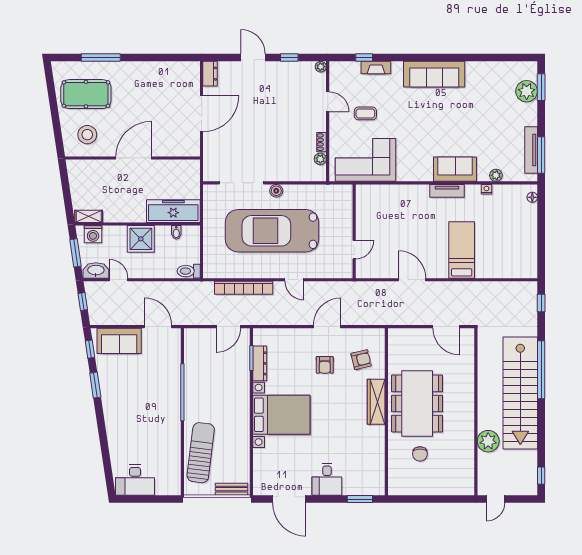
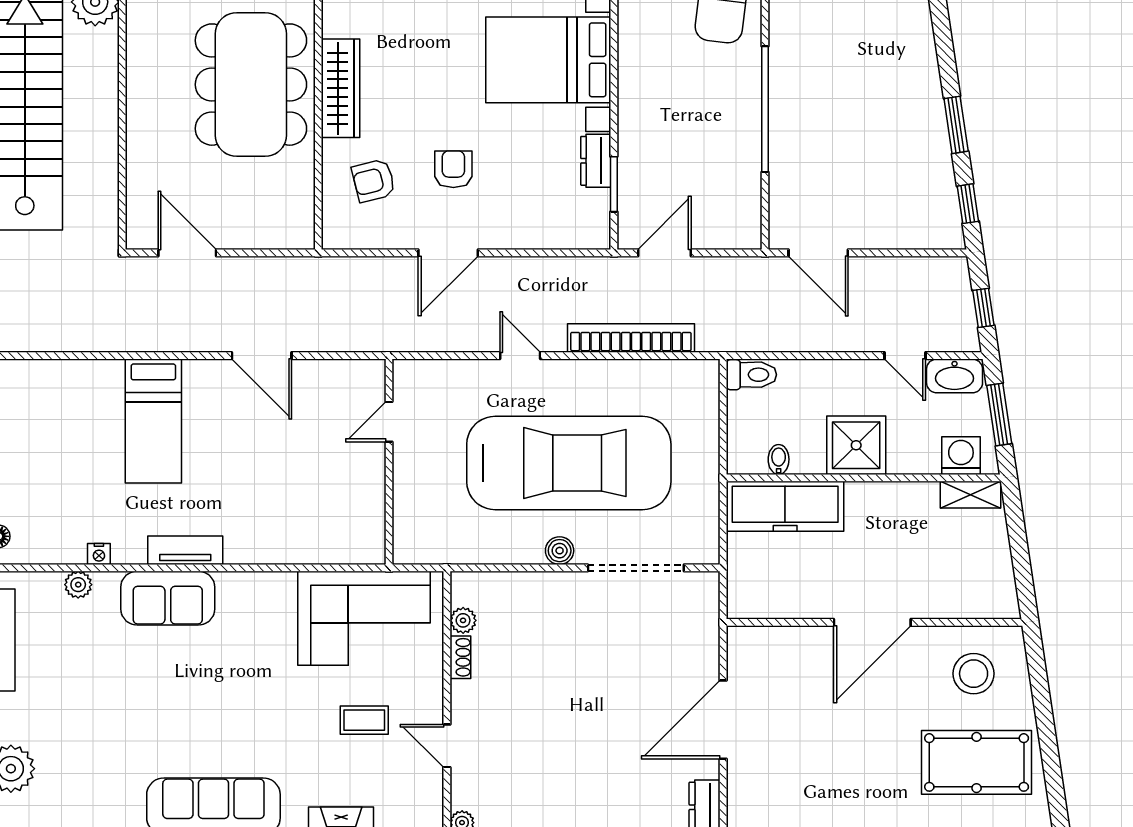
sofa: (119, 341) -> (904, 222), removed
dresser: (260, 363) -> (596, 161), width x0.70

